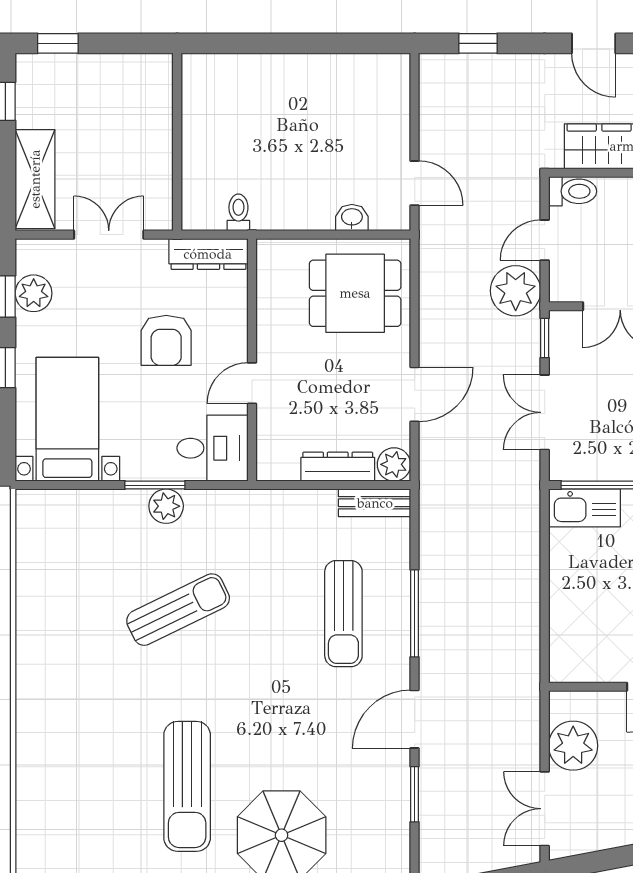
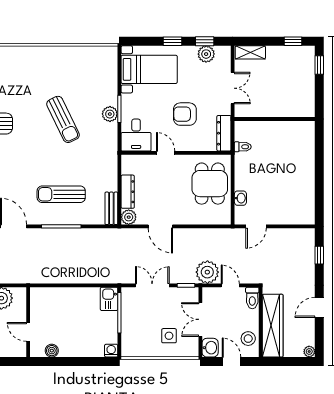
shelving: (35, 179) -> (250, 52), width x0.67, depth x0.75
dining table: (355, 293) -> (210, 184), moved
kitchen sink: (584, 508) -> (109, 299), width x0.73

